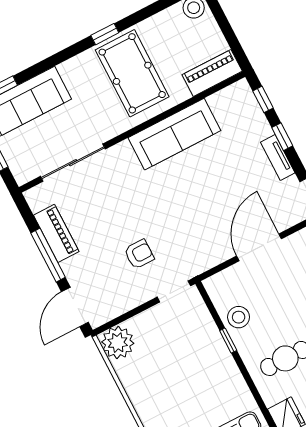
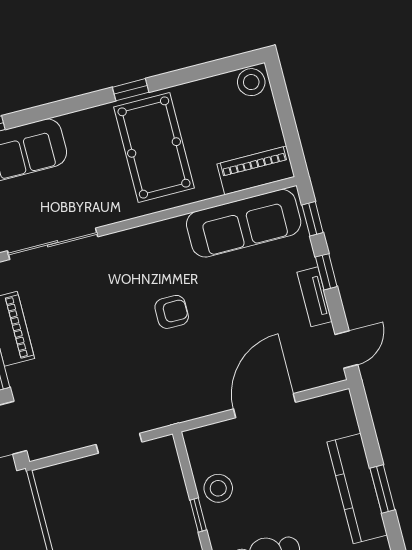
sofa: (174, 134) -> (244, 223), moved
armchair: (139, 254) -> (172, 312), moved
doorway: (174, 291) -> (119, 443), moved
plant: (118, 343) -> (57, 485), removed

